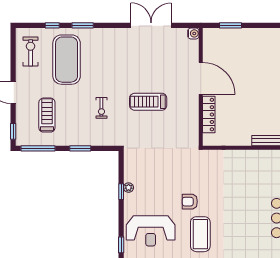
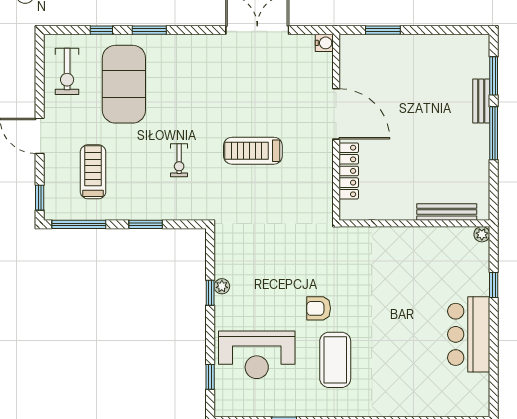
exercise bike: (31, 51) -> (67, 71), turned 180

